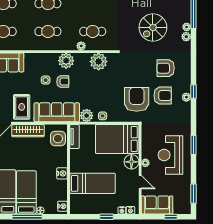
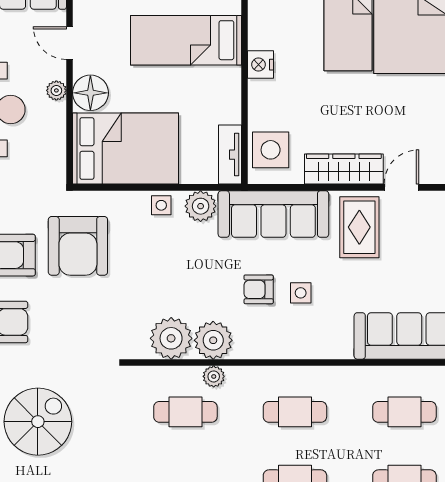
plant: (66, 61) -> (213, 340), moved

